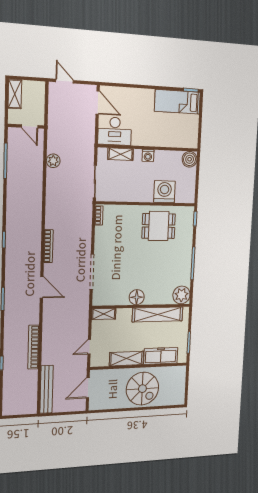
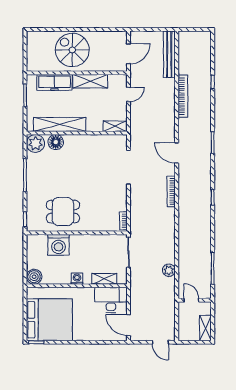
bed: (178, 102) -> (49, 320), width x2.04
floor lamp: (137, 297) -> (56, 142), moved

